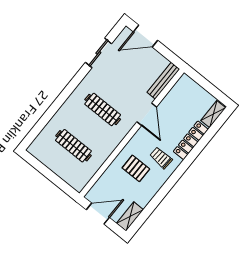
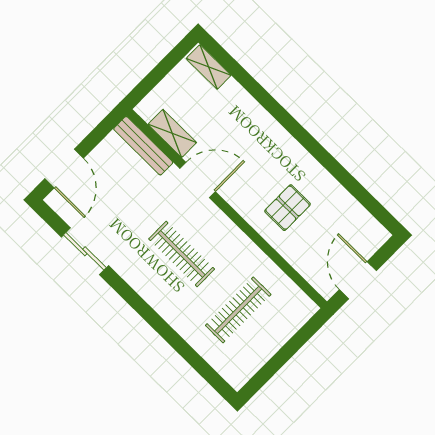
clothes rail: (103, 109) -> (182, 254), turned 90
locker: (191, 140) -> (249, 109), removed
trolley: (161, 158) -> (274, 163), removed
shelving: (130, 216) -> (172, 133), moved

